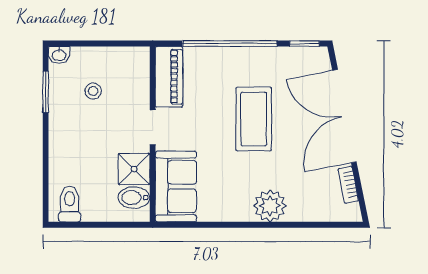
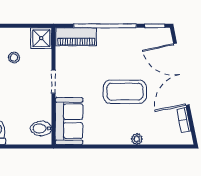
piano: (169, 77) -> (76, 37), moved, turned 90
coffee table: (254, 119) -> (125, 92), moved, turned 90
shower: (134, 169) -> (41, 38), moved
plant: (270, 206) -> (137, 139), width x0.53, depth x0.53

